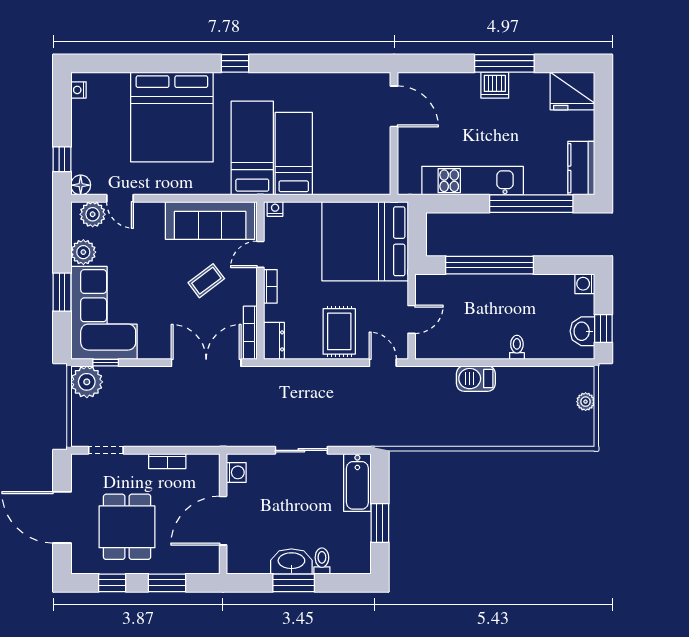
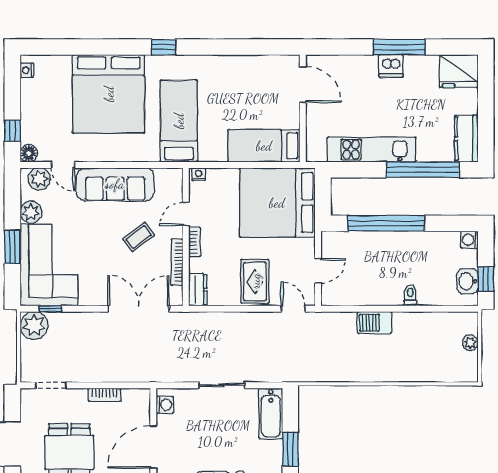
bed: (294, 154) -> (264, 146), moved, turned -90
sofa: (210, 220) -> (115, 184), moved
bookcase: (250, 333) -> (177, 262), moved

